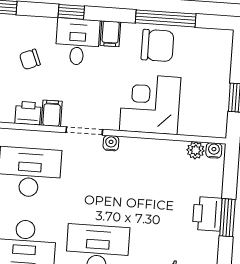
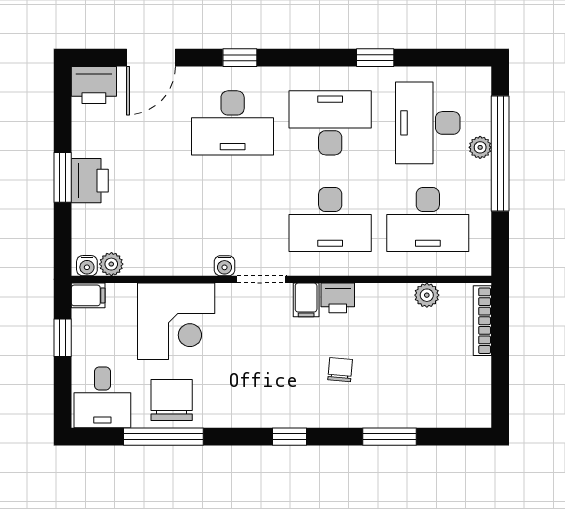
filing cabinet: (110, 34) -> (88, 295), moved, turned 90
desk: (77, 42) -> (102, 397), moved
chair: (157, 45) -> (172, 400), turned 90
chair: (30, 59) -> (340, 370), turned -63

